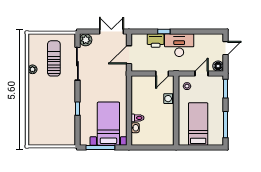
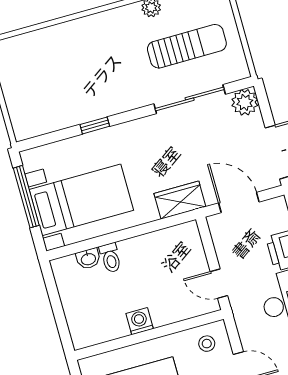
wardrobe: (121, 80) -> (180, 200), added
washing machine: (169, 99) -> (140, 321), moved

